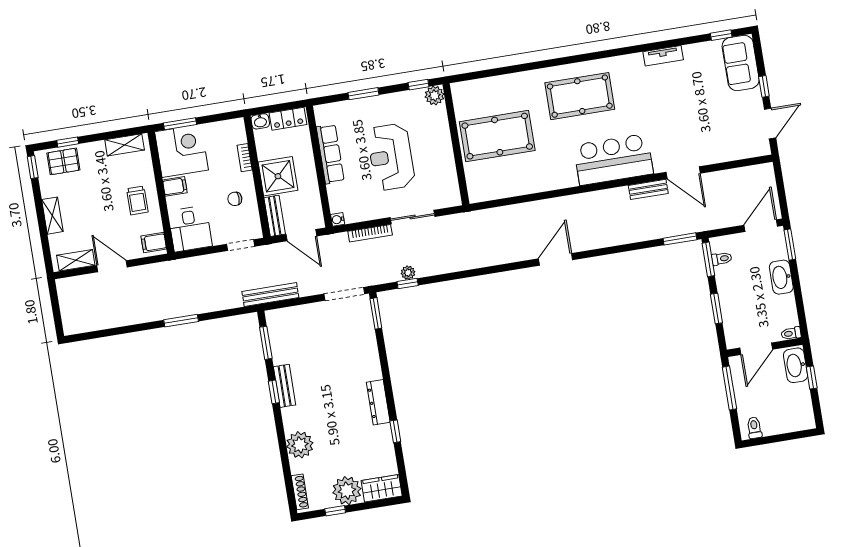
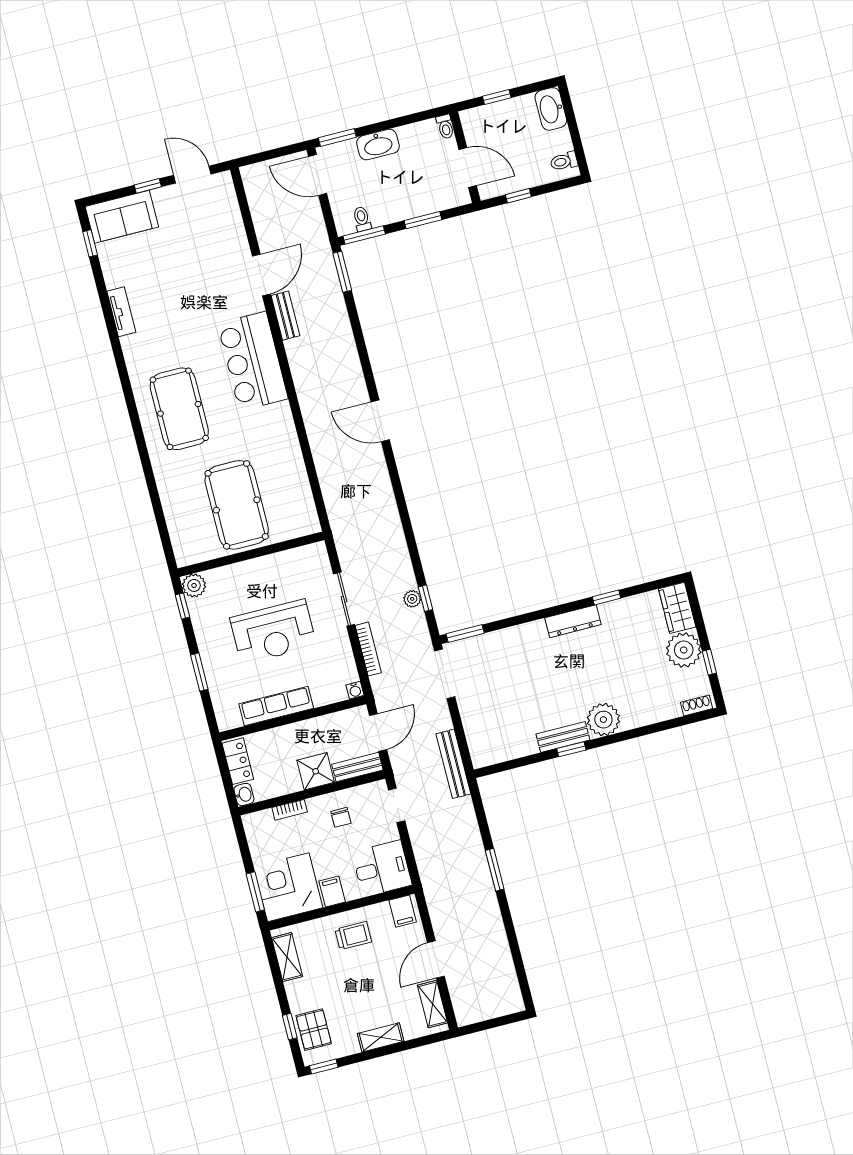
shower: (278, 176) -> (316, 771), width x0.73, depth x0.73
window: (266, 343) -> (513, 764), removed
washbasin: (796, 365) -> (551, 109), moved, turned 90
window: (729, 388) -> (518, 196), width x0.46
plant: (300, 445) -> (603, 720), moved
shoe rack: (300, 492) -> (696, 705), width x0.70

